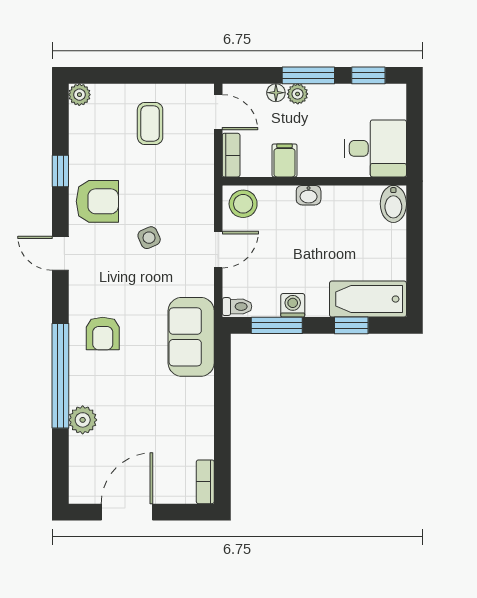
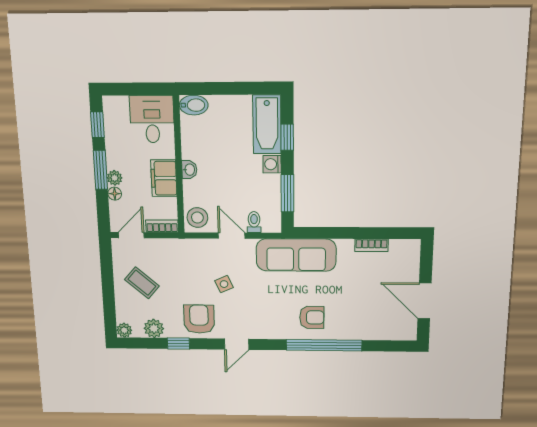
coffee table: (150, 123) -> (142, 283), turned 41
filing cabinet: (284, 160) -> (164, 178), width x2.00
washing machine: (293, 305) -> (272, 164), moved
toilet: (237, 307) -> (254, 222), moved
armchair: (103, 334) -> (312, 317), moved
sofa: (191, 337) -> (296, 255), width x1.36
plant: (83, 420) -> (154, 328), moved
bookcase: (205, 482) -> (371, 245), moved

